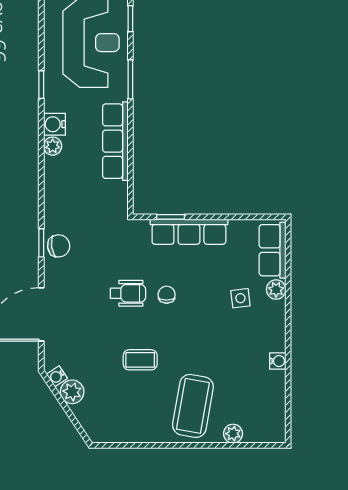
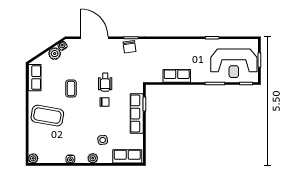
water cooler: (54, 124) -> (192, 45), removed
row of seats: (115, 141) -> (177, 76), width x0.68
plant: (53, 146) -> (181, 44), removed
plant: (276, 290) -> (93, 158), moved
row of seats: (119, 431) -> (35, 78), added
plant: (233, 434) -> (33, 158), moved

